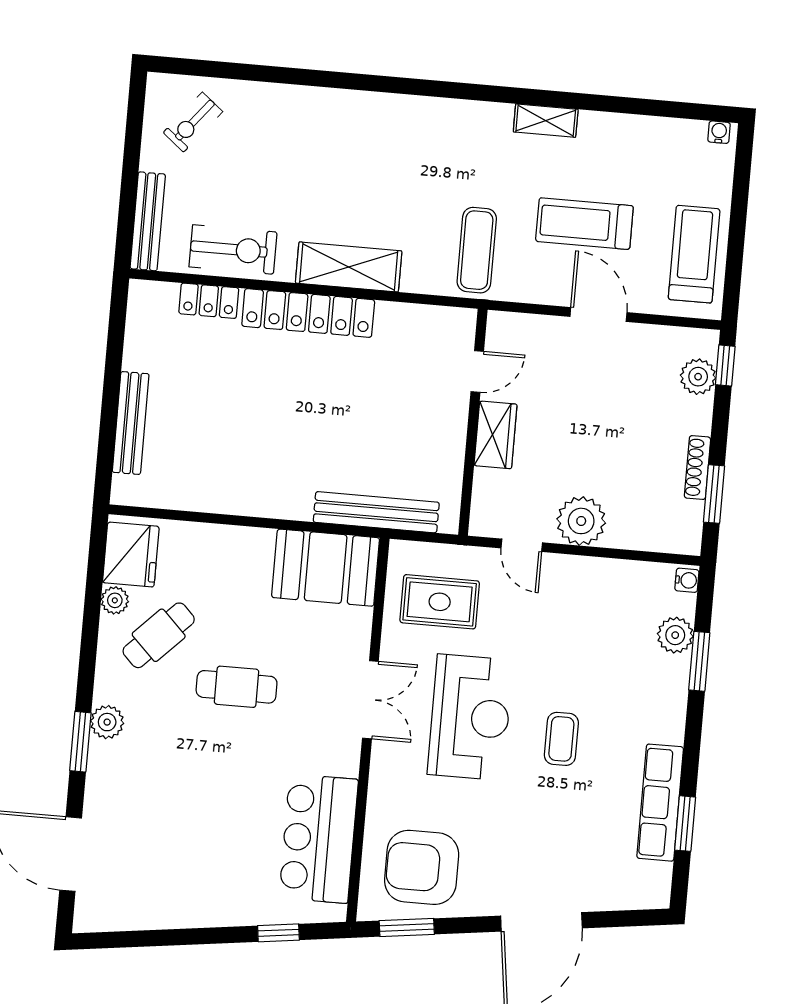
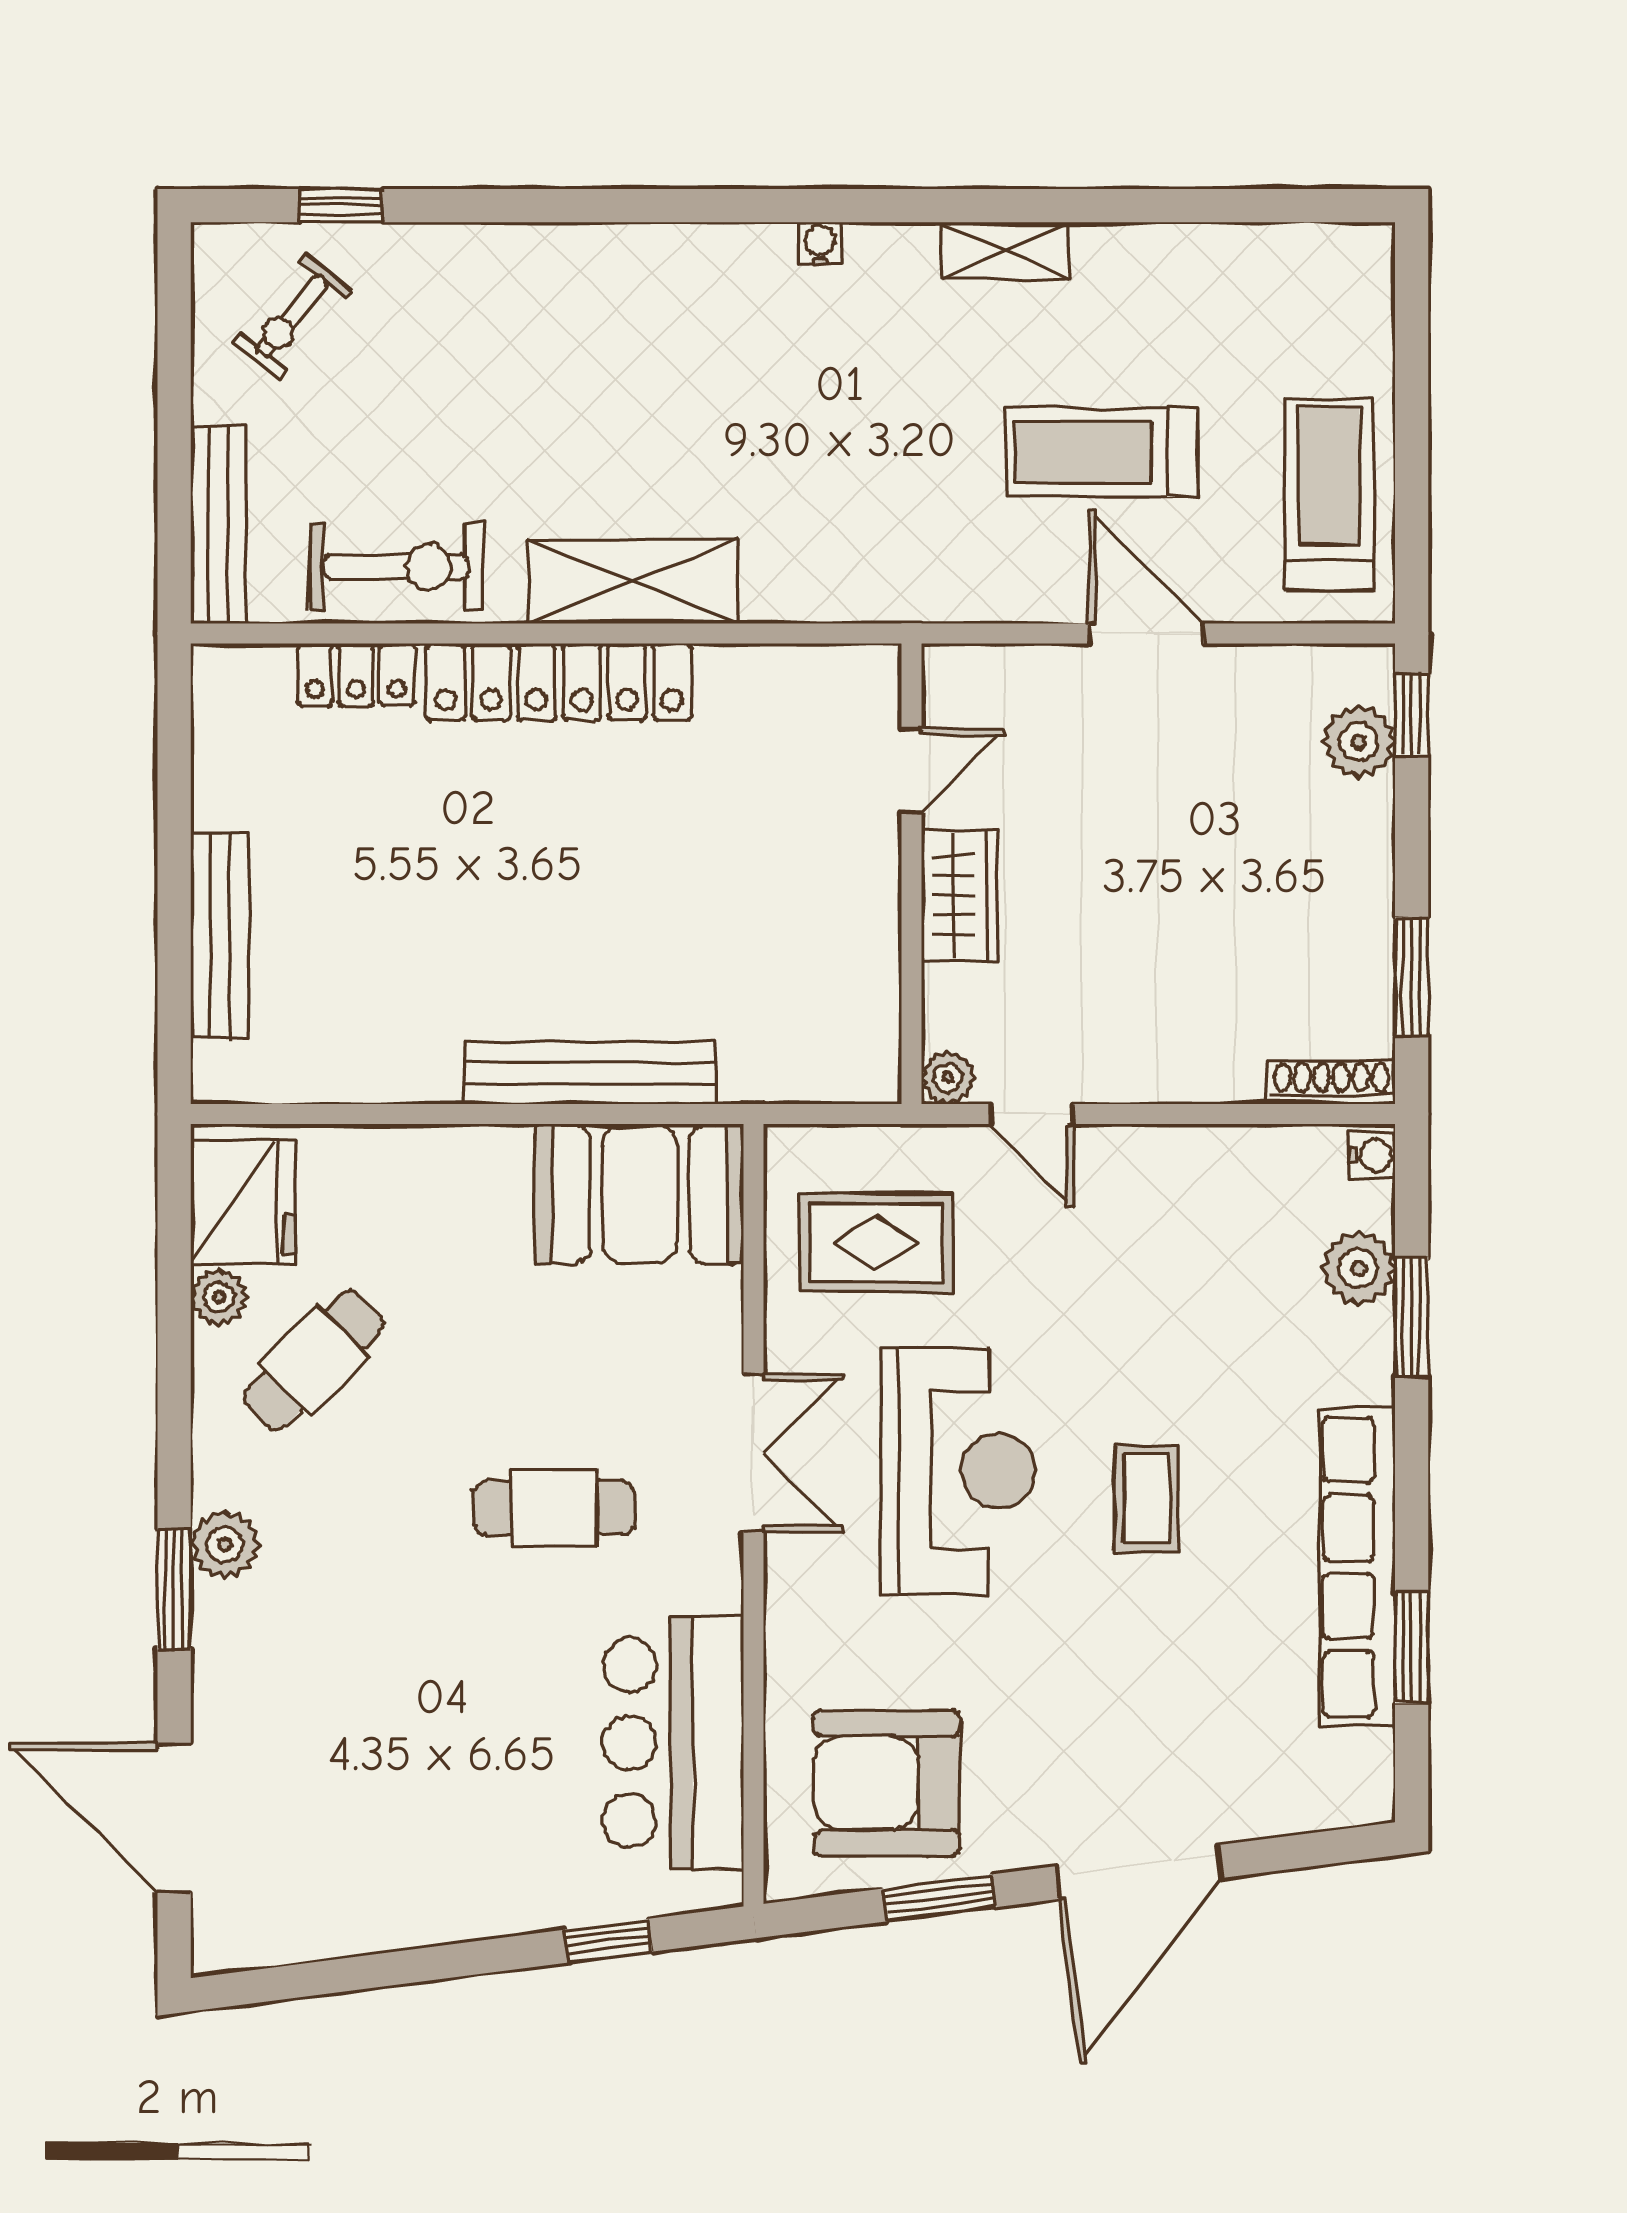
window: (222, 70) -> (341, 206), added
water cooler: (719, 132) -> (820, 244), moved
exercise mat: (477, 250) -> (889, 525), removed
shoe rack: (697, 468) -> (1332, 1083), moved, turned 90
bench: (376, 512) -> (591, 1073), moved
plant: (581, 521) -> (948, 1078), moved, width x0.53, depth x0.53
cafe table: (237, 687) -> (554, 1508), moved
row of seats: (660, 803) -> (1357, 1567), width x1.36
window: (407, 928) -> (939, 1898), moved

